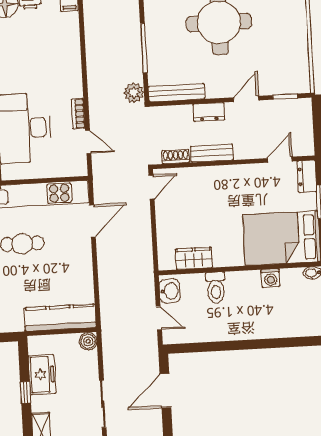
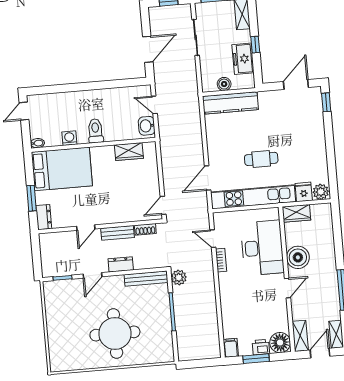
door: (280, 160) -> (86, 228), moved
toilet: (216, 288) -> (95, 131), moved
boiler: (88, 341) -> (224, 84), moved

